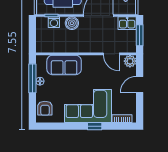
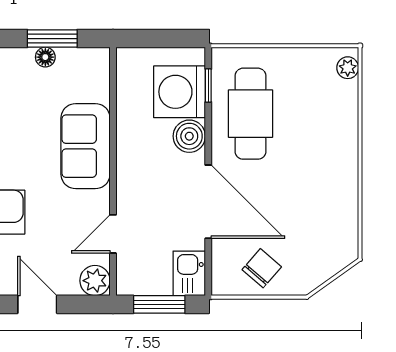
washing machine: (54, 22) -> (180, 92), width x1.89, depth x1.89
sofa: (64, 65) -> (86, 146), moved
window: (32, 78) -> (52, 39), width x0.69

